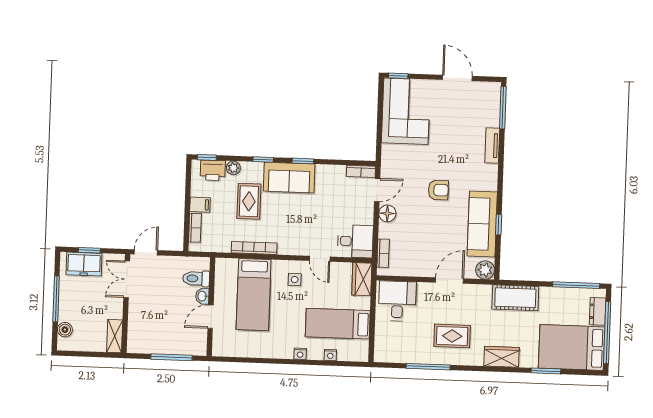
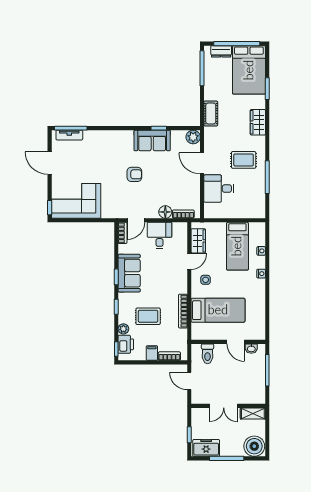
door: (457, 78) -> (50, 163), hinge flipped
tv unit: (492, 146) -> (69, 135), moved
sofa: (289, 178) -> (129, 273), moved
door: (377, 190) -> (136, 220), swing flipped
armchair: (438, 190) -> (134, 174), turned 90
floor lamp: (387, 213) -> (165, 212), moved
sofa: (482, 224) -> (152, 140), width x0.73
desk: (355, 241) -> (159, 235), moved
door: (146, 252) -> (189, 381), moved
freezer: (84, 264) -> (206, 448), moved, turned -90
double door: (127, 279) -> (224, 406), moved
wardrobe: (362, 279) -> (198, 241), moved, turned -90
washbasin: (202, 296) -> (251, 349), moved
cot: (515, 298) -> (211, 114), width x0.73, depth x0.75
desk: (397, 301) -> (219, 189), moved
boiler: (65, 330) -> (254, 446), width x1.86, depth x1.86
rug: (452, 336) -> (244, 160), turned 90

